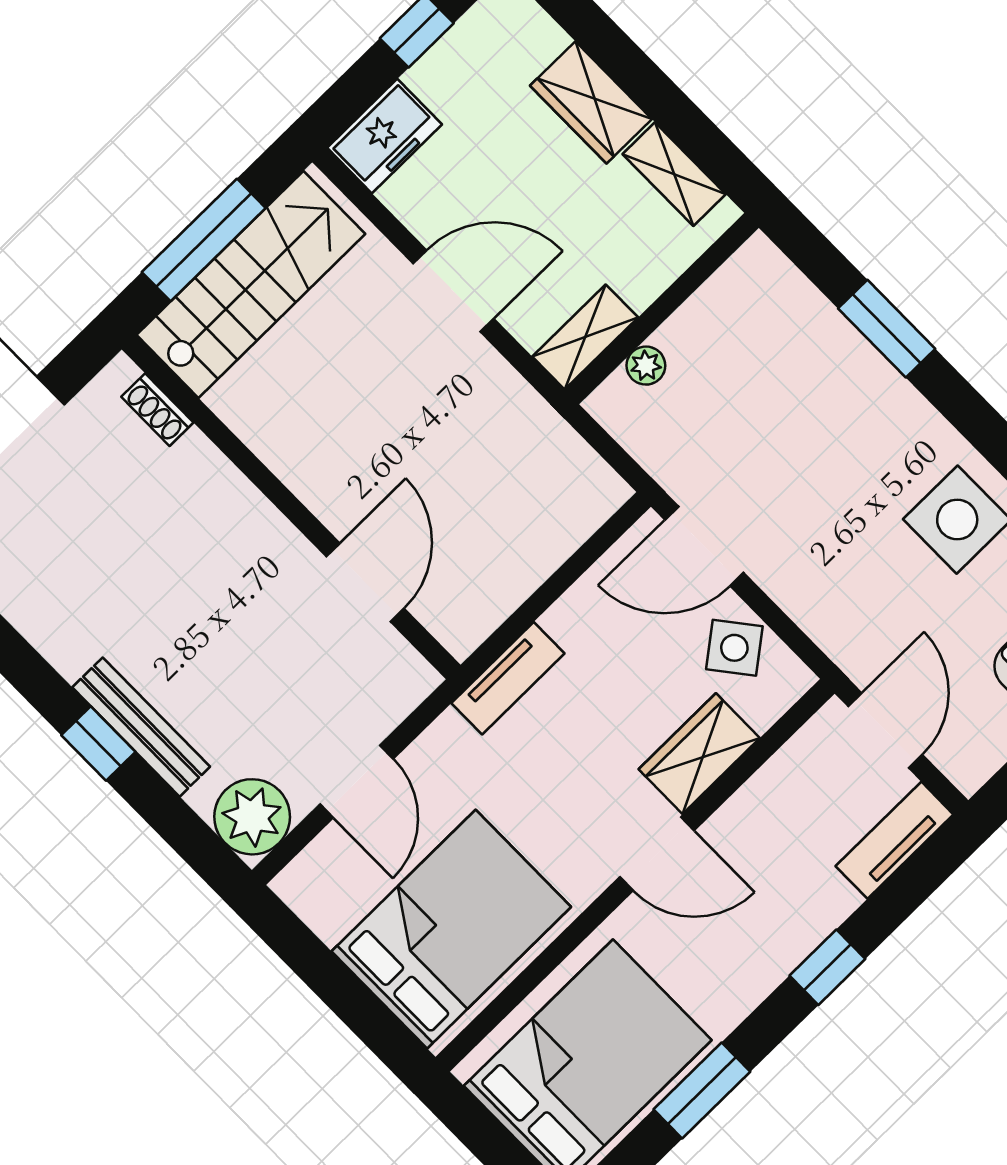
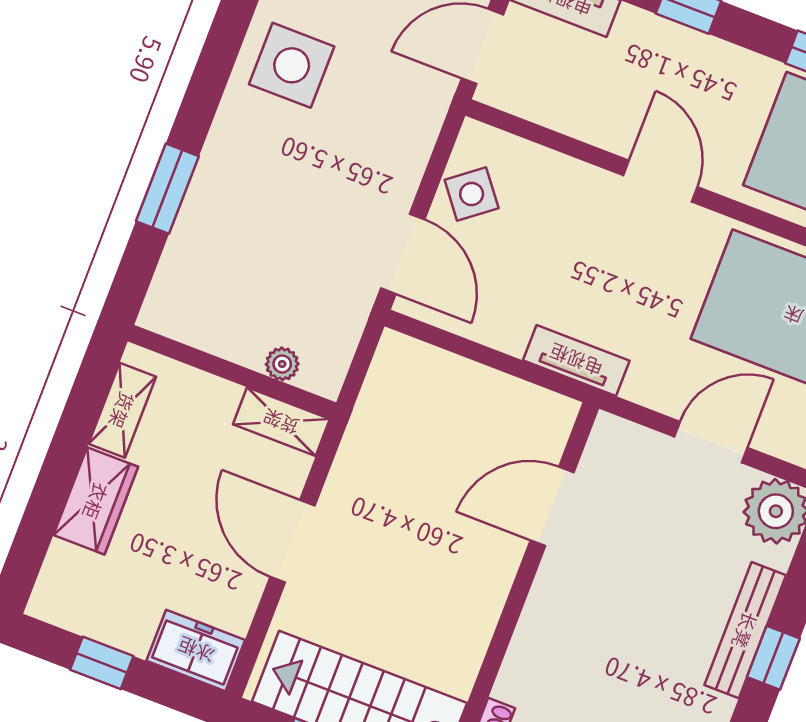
wardrobe: (699, 754) -> (567, 184), removed

